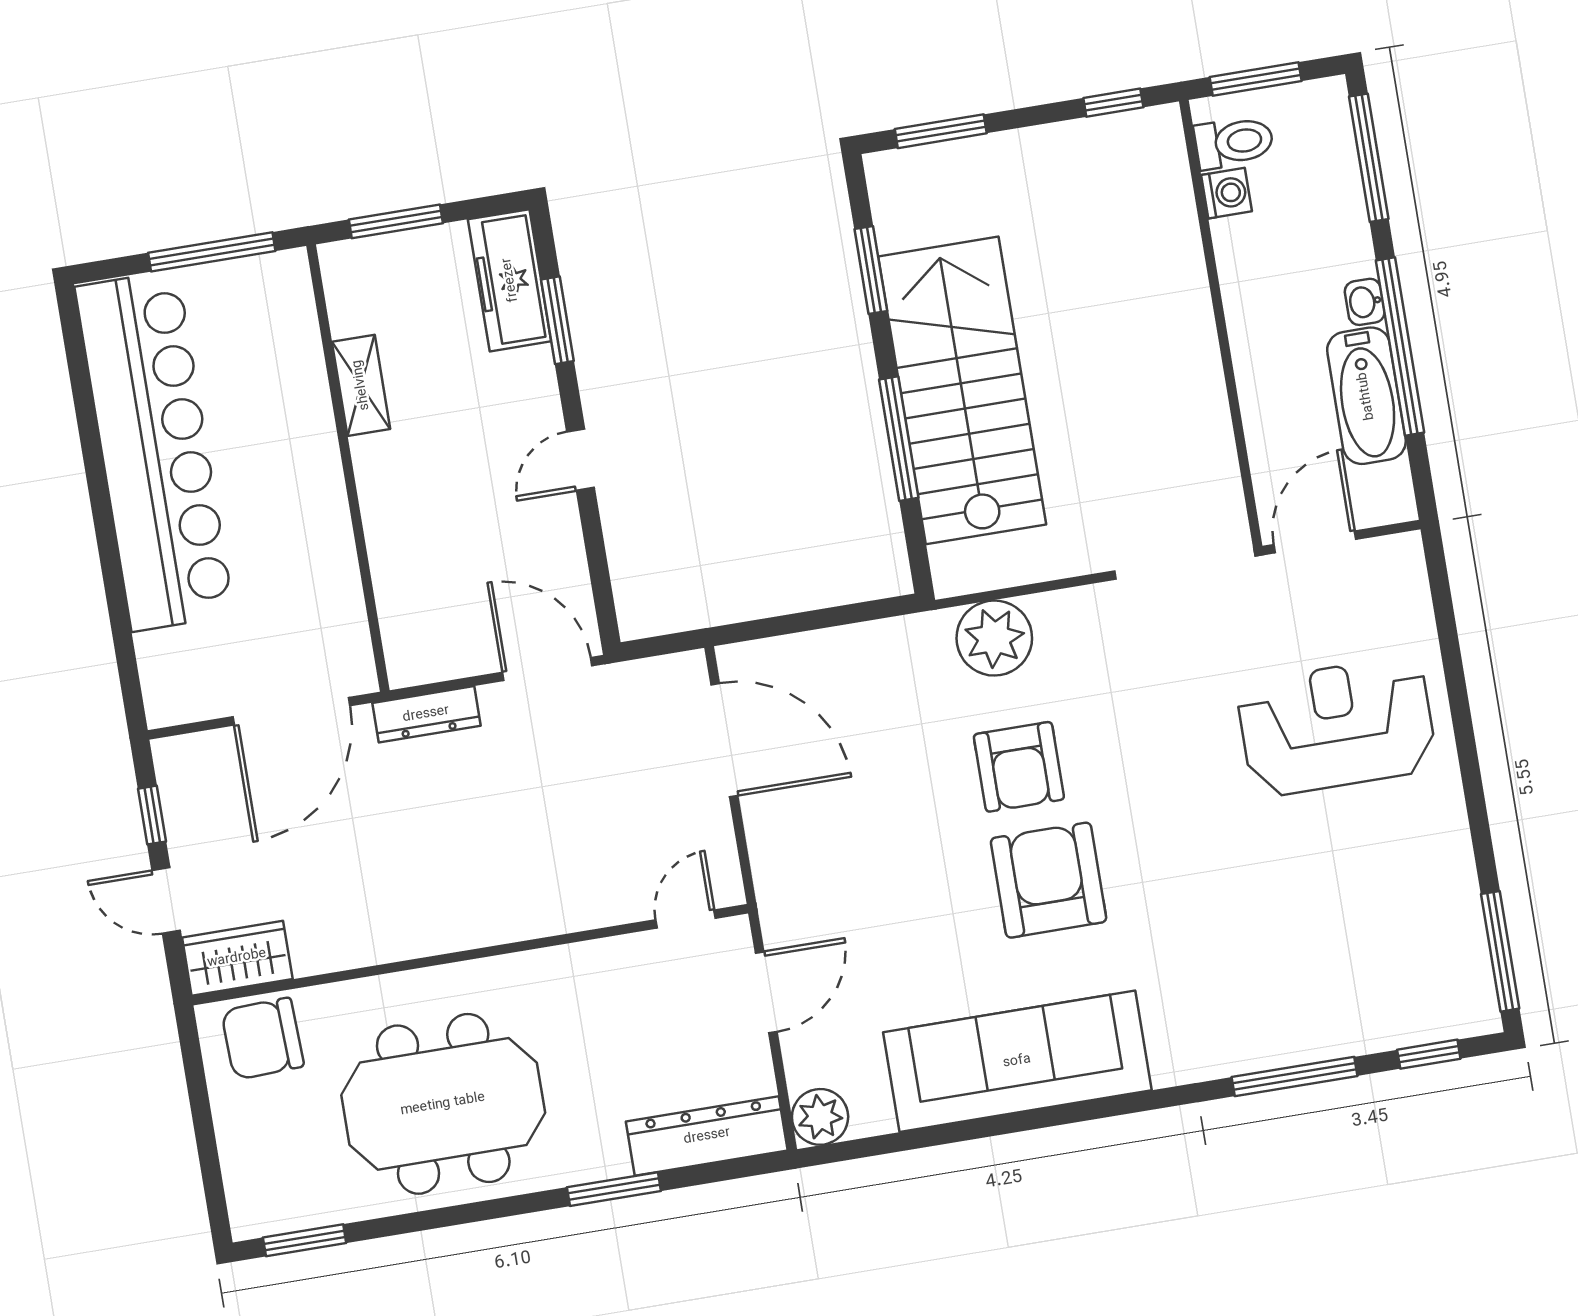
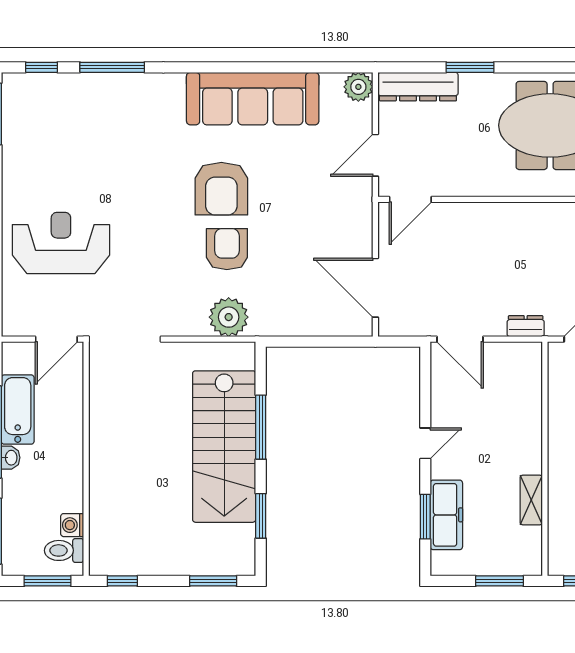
freezer: (510, 280) -> (446, 515), moved
dresser: (426, 714) -> (526, 326), width x0.70
reception desk: (1337, 726) -> (61, 243), turned 180
door: (686, 919) -> (410, 199), width x1.38

